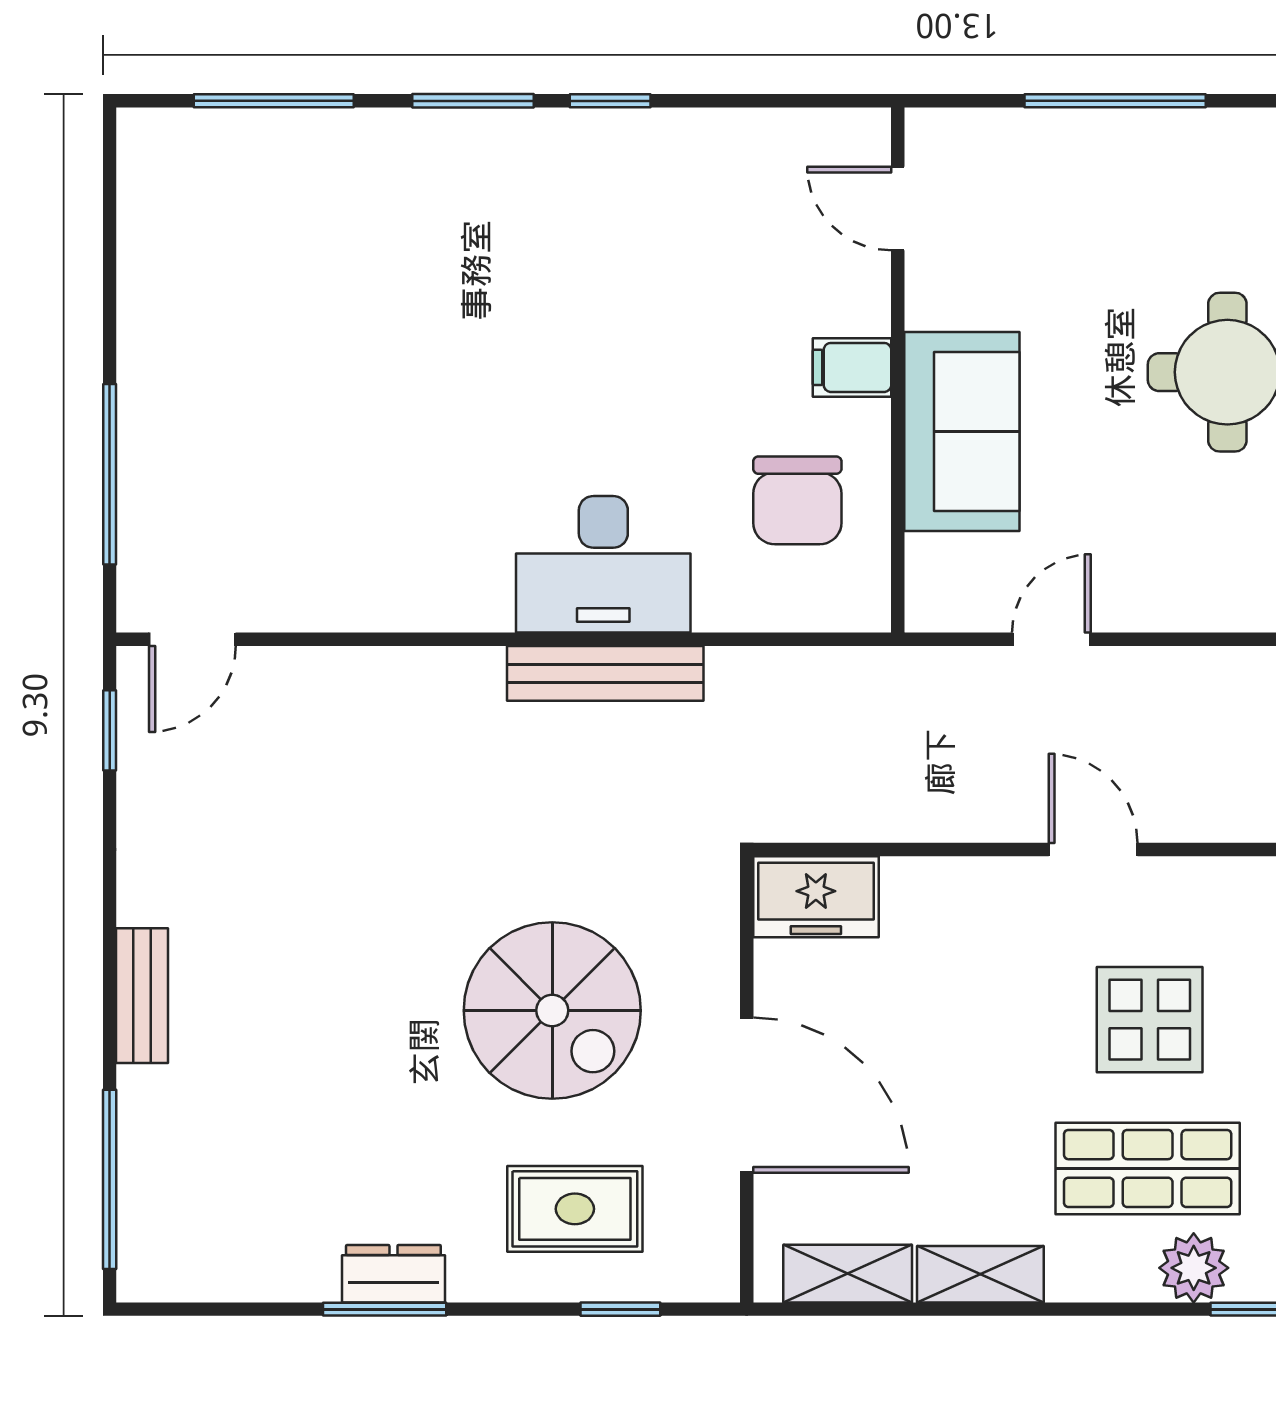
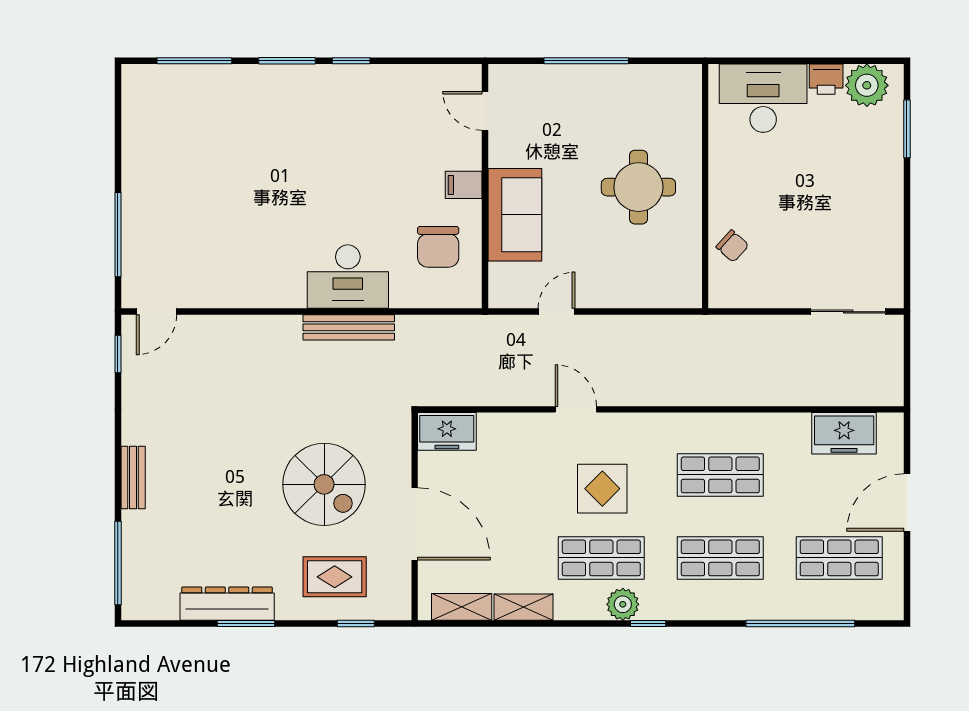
dresser: (393, 1274) -> (227, 604), width x1.96, depth x1.24

